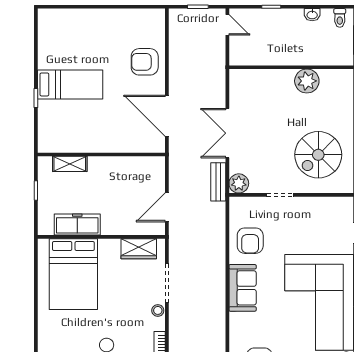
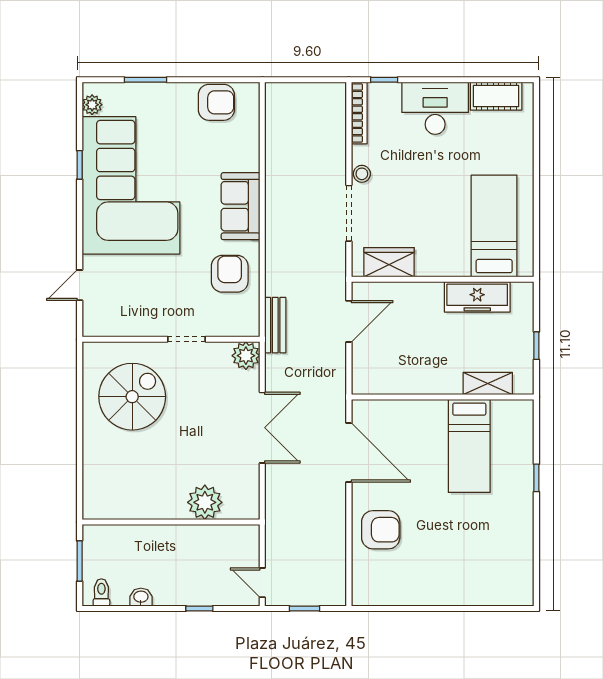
plant: (307, 81) -> (205, 502), moved
bed: (70, 84) -> (469, 446), moved, turned -90
bench: (218, 182) -> (275, 325), moved
bed: (73, 274) -> (494, 226), width x0.67

